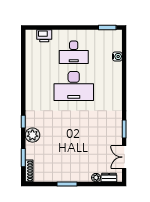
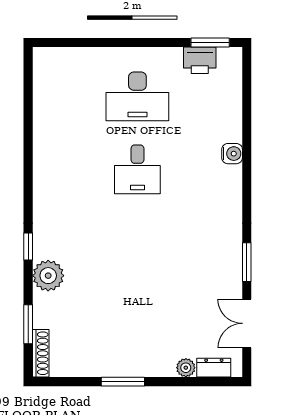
printer: (44, 36) -> (200, 60), moved
water cooler: (117, 56) -> (232, 154), moved
desk: (74, 86) -> (137, 169), width x0.53, depth x0.77

